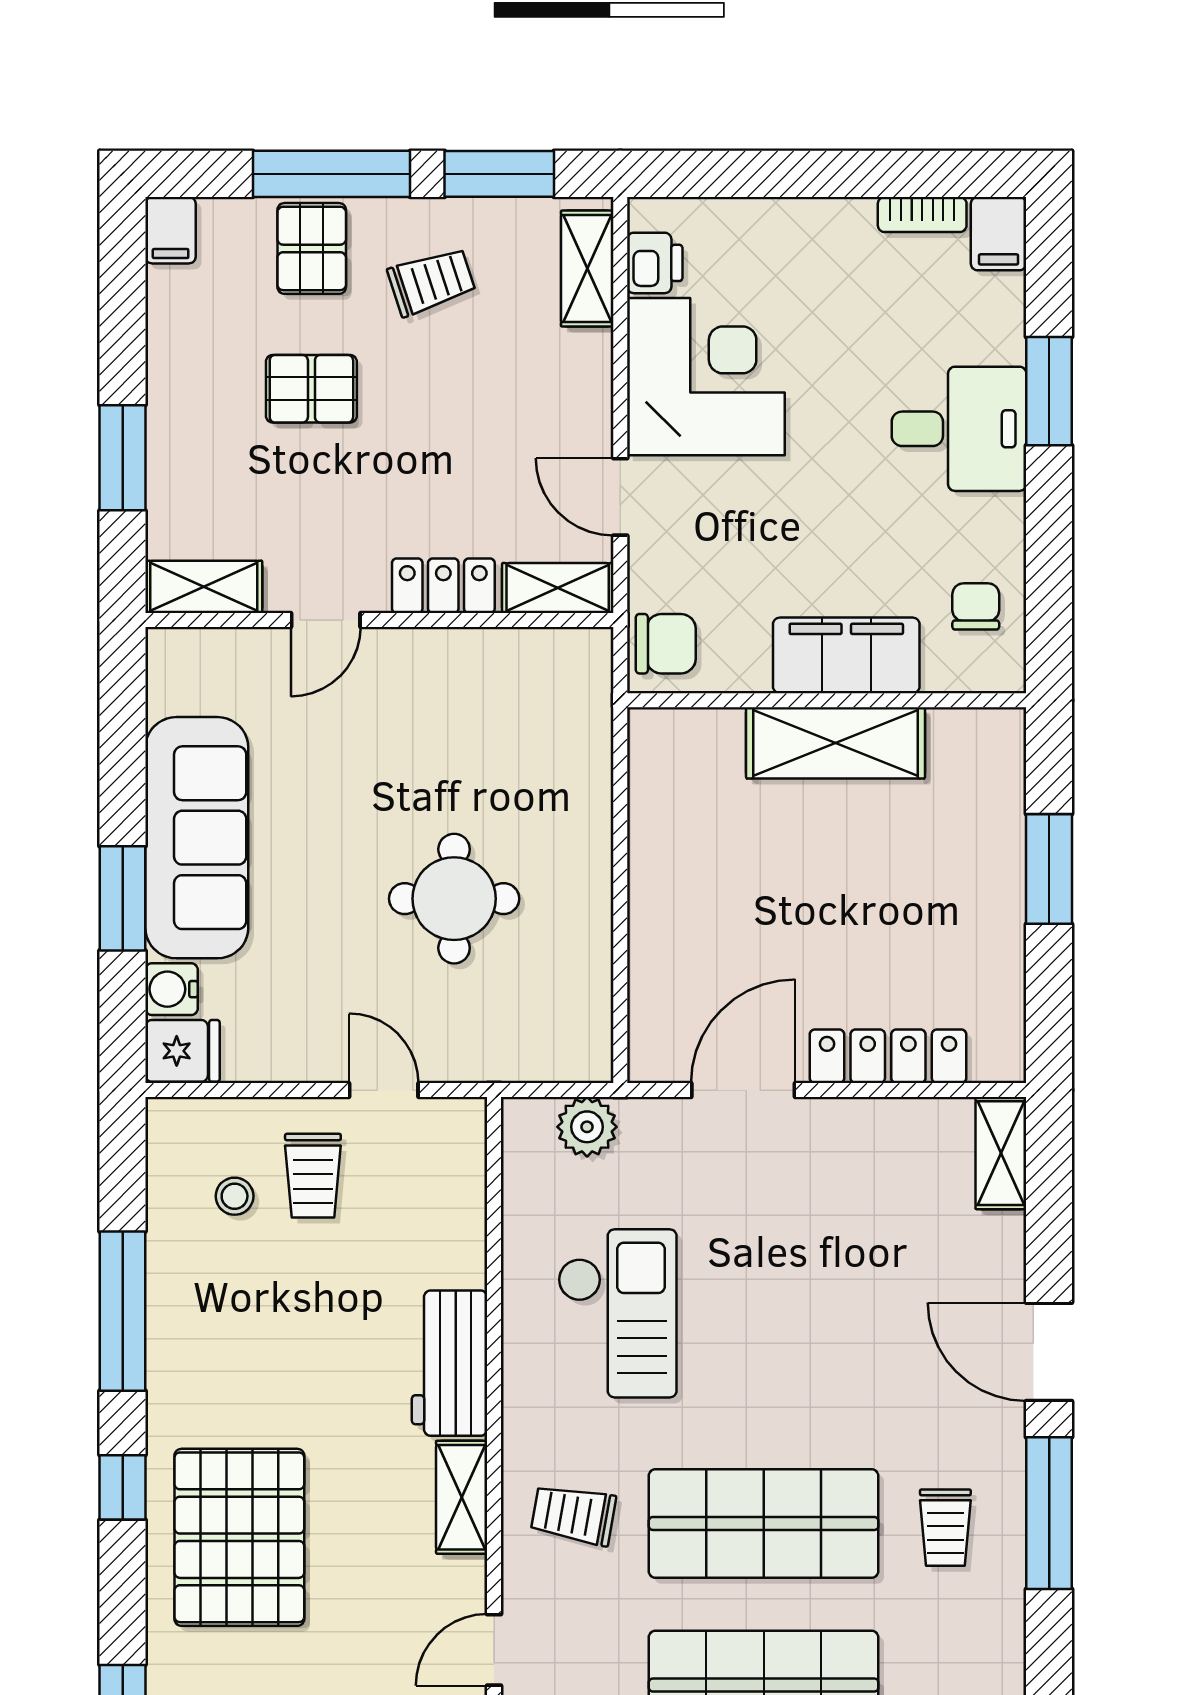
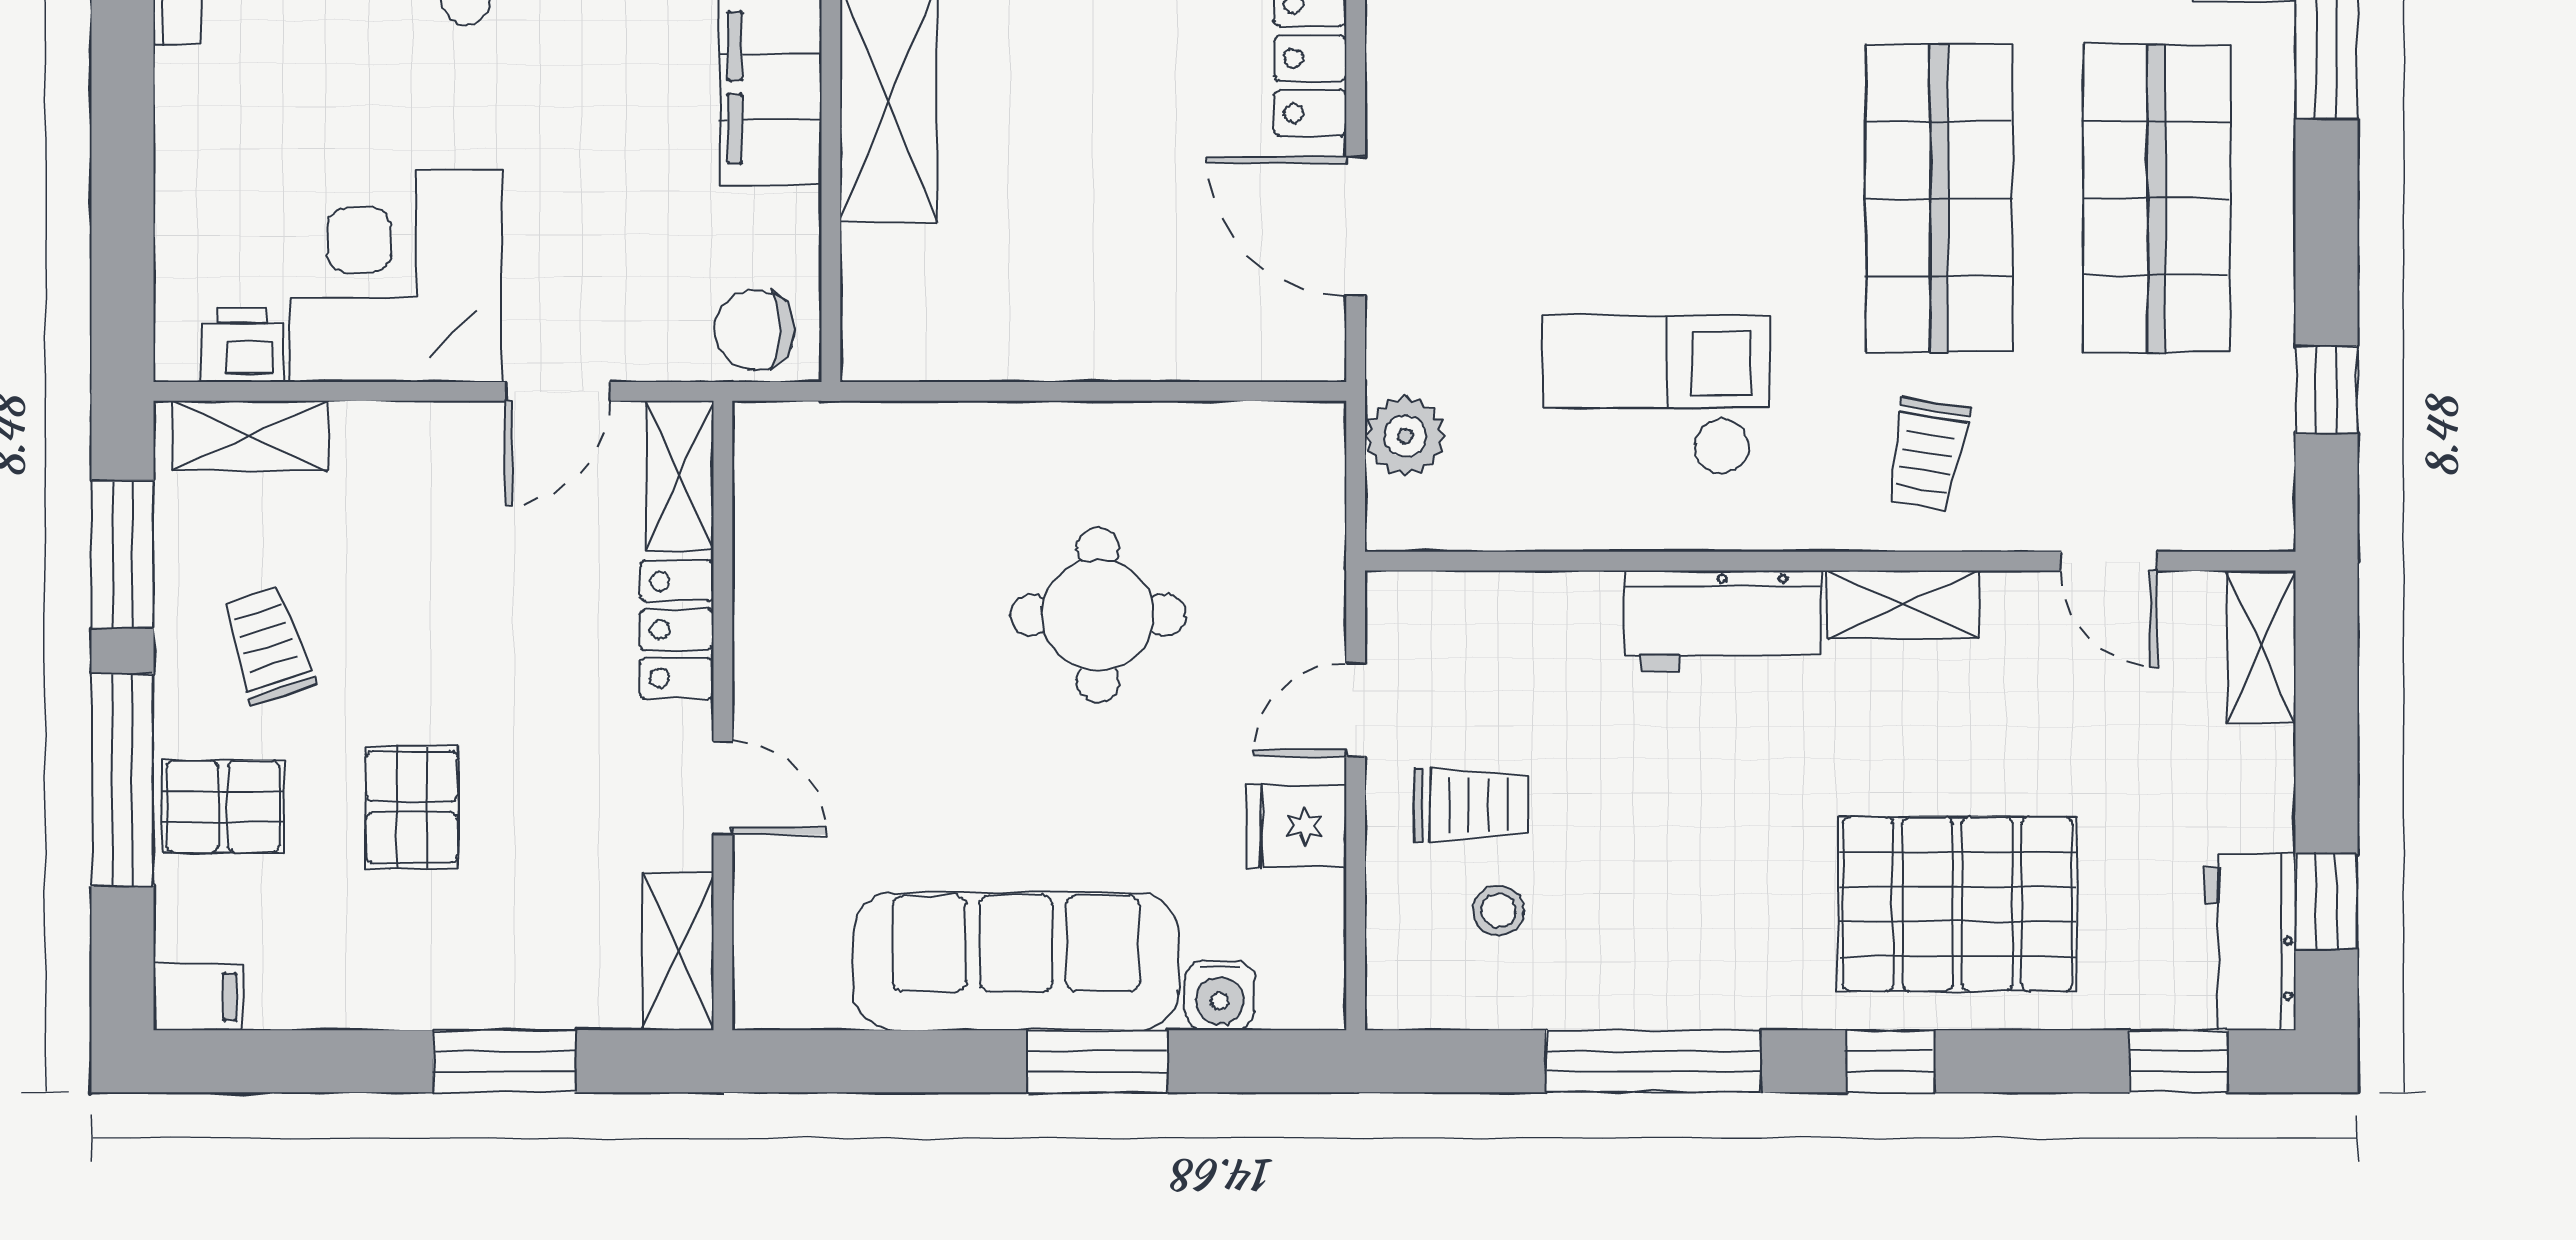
chair: (666, 644) -> (755, 330), turned -90
fridge: (183, 1051) -> (1297, 826), moved, turned -90

